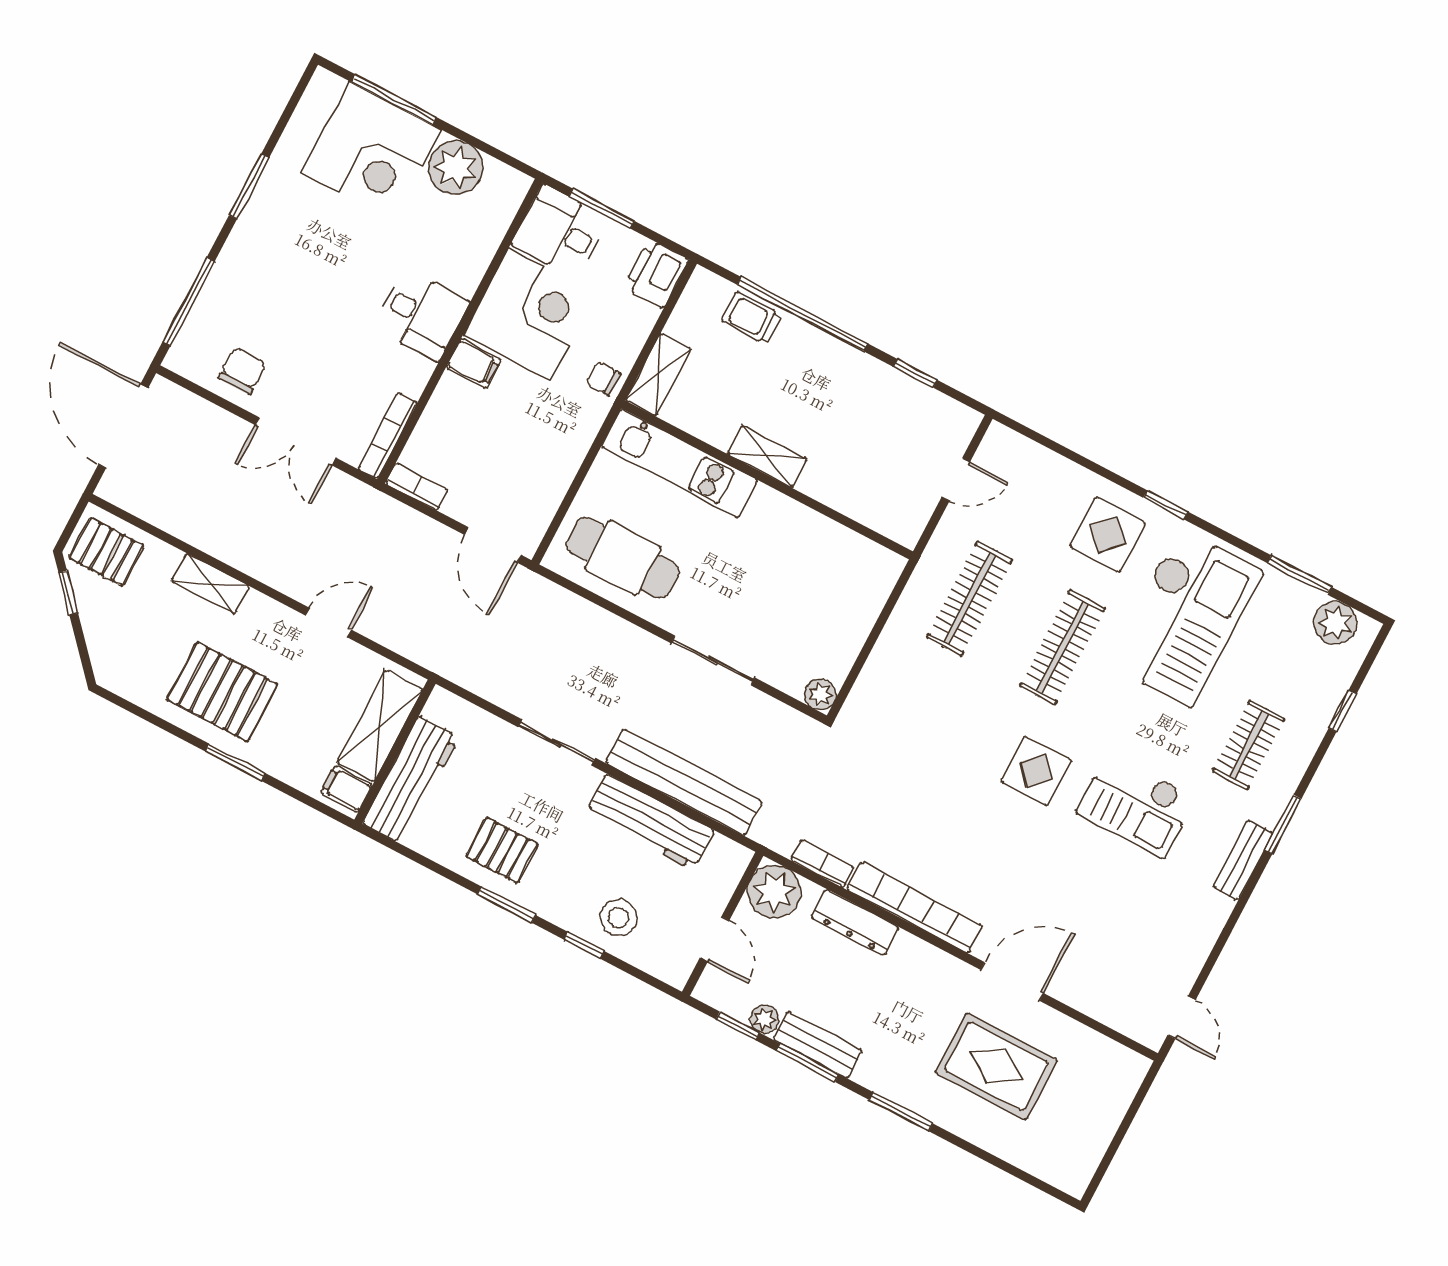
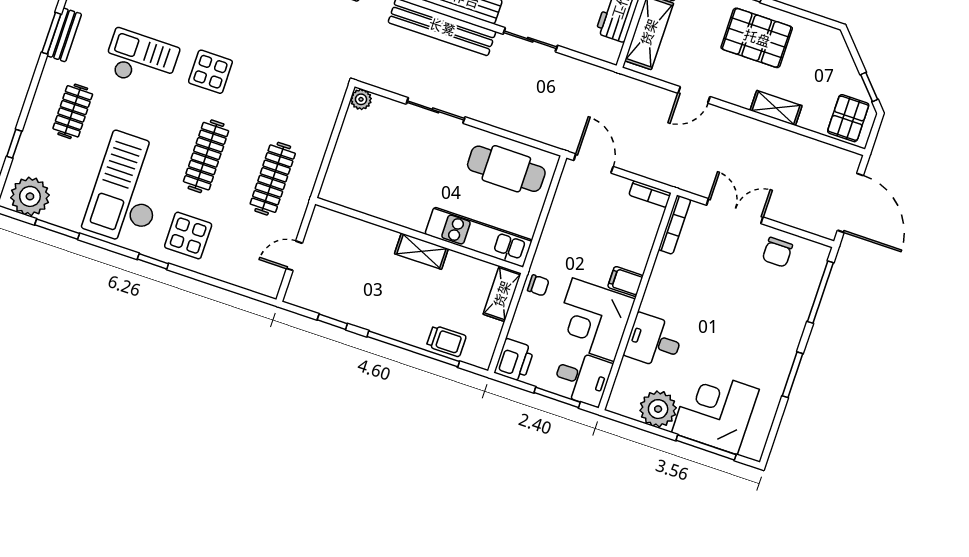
desk: (421, 315) -> (654, 341), moved
pallet: (106, 552) -> (848, 118), turned 90
plant: (1335, 623) -> (30, 196), width x1.36, depth x1.36
window: (1283, 825) -> (51, 33), moved

